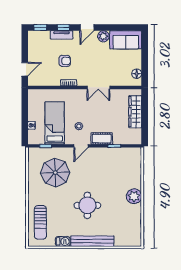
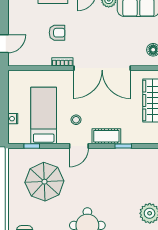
double door: (98, 87) -> (102, 68), width x1.87

